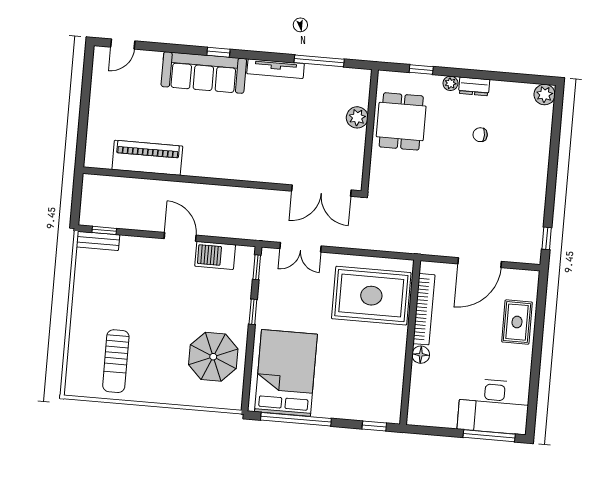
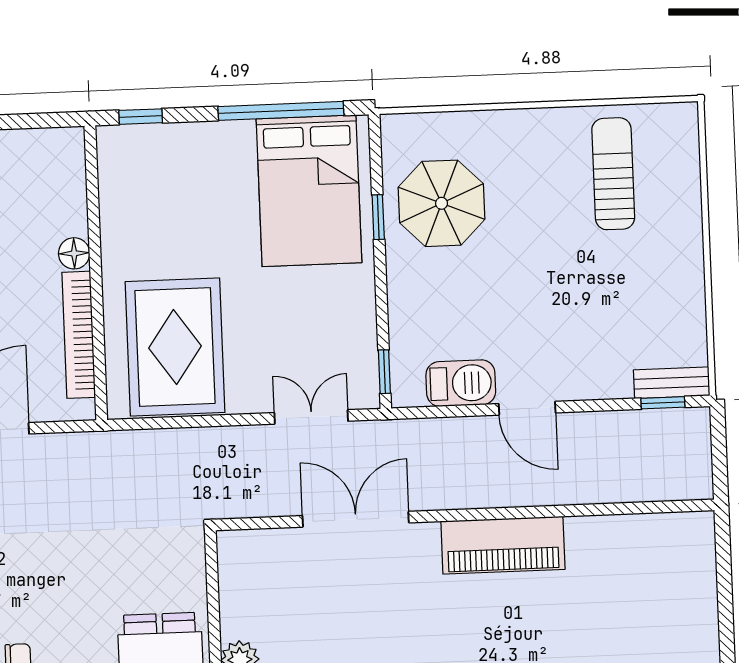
piano: (147, 158) -> (503, 545), moved
double door: (321, 191) -> (356, 519), moved
rug: (371, 296) -> (175, 347), turned 90
window: (253, 312) -> (378, 217), moved

